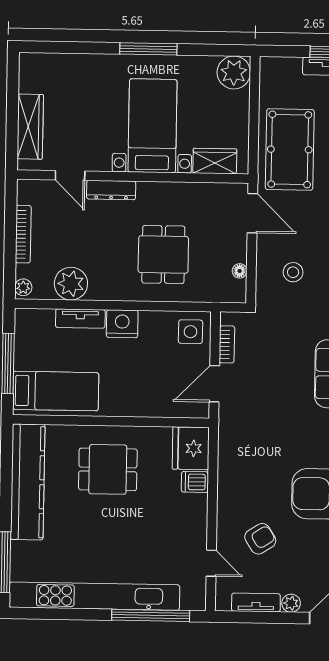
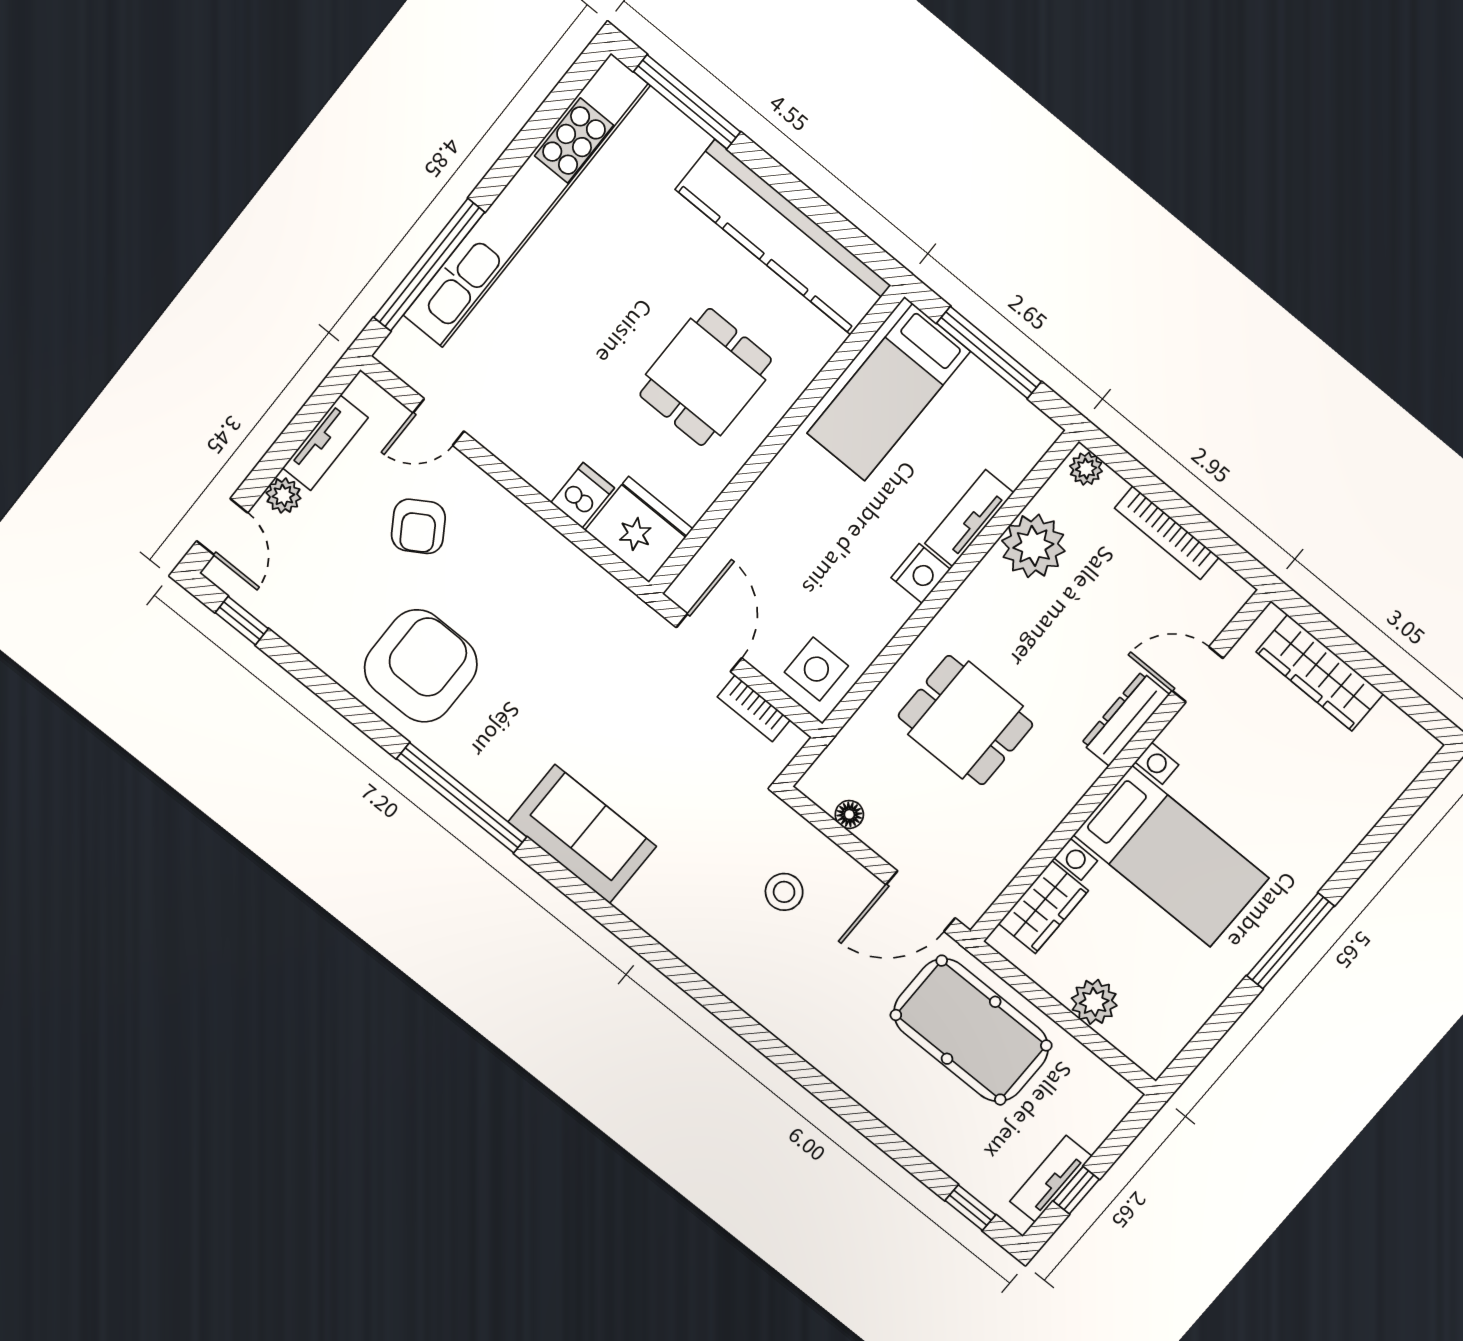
plant: (234, 72) -> (1094, 1002), moved, width x0.73, depth x0.73
nightstand: (122, 324) -> (921, 573), width x0.74, depth x0.75

